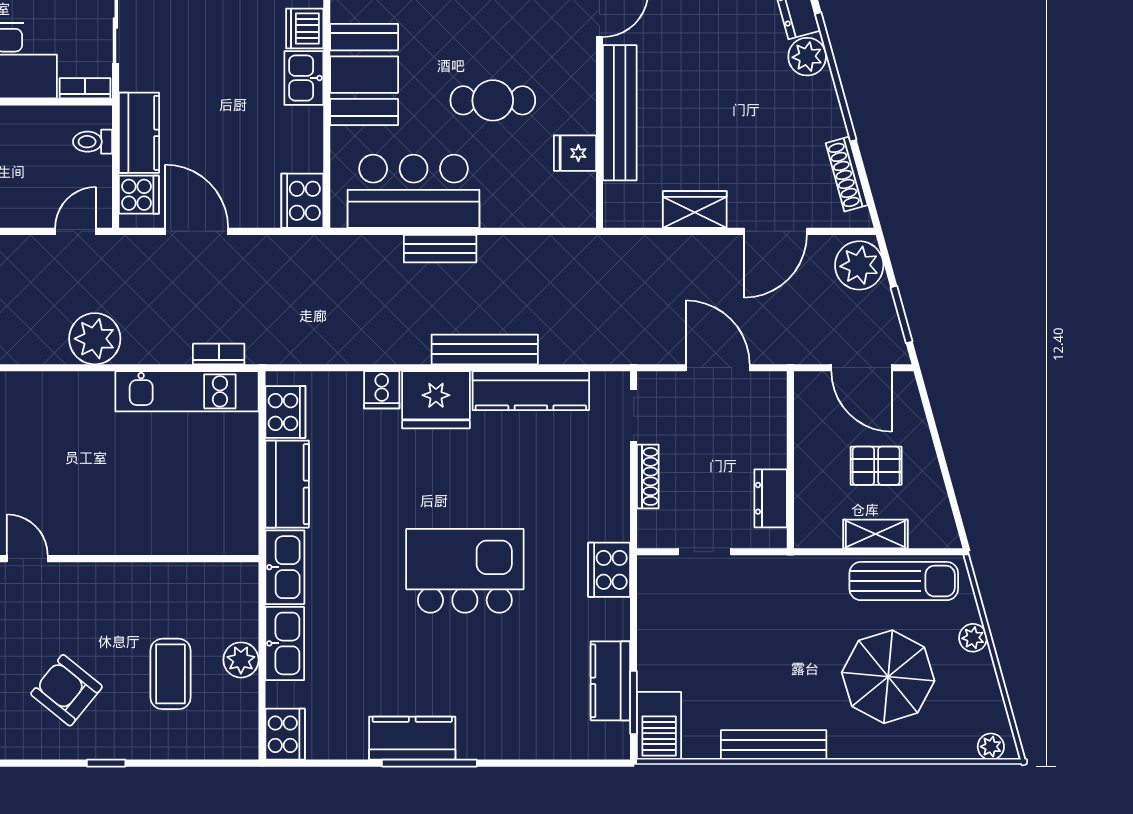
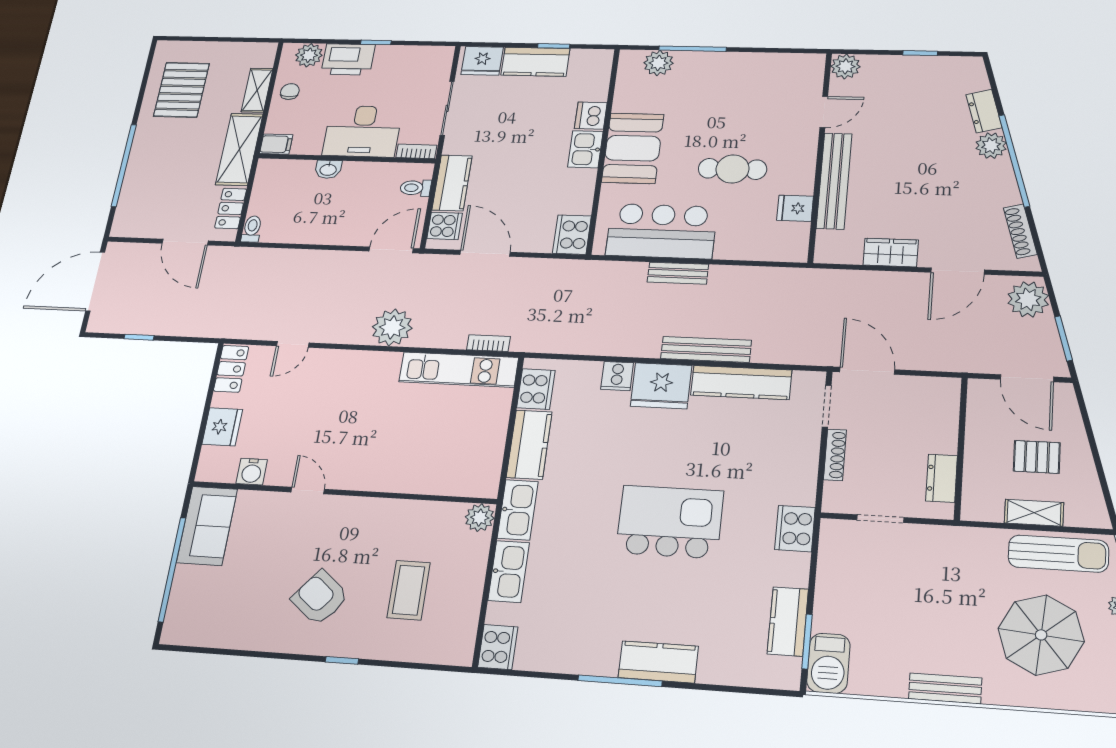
door: (76, 231) -> (391, 250), width x1.38
door: (718, 368) -> (867, 371), moved
plant: (241, 660) -> (480, 518), moved
kitchen counter: (412, 738) -> (658, 662), moved
bench: (774, 745) -> (945, 688), width x0.73

